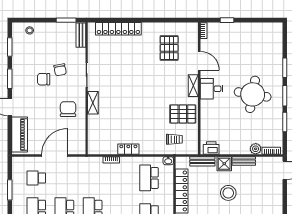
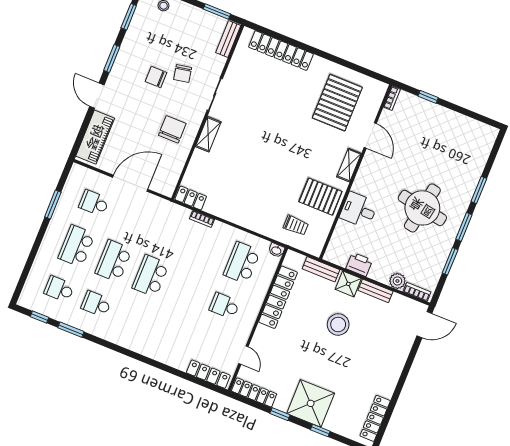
pallet: (169, 48) -> (337, 103), width x1.37, depth x1.41
desk: (211, 89) -> (359, 210), moved
printer: (211, 148) -> (359, 264), moved
locker: (128, 149) -> (191, 198), moved

